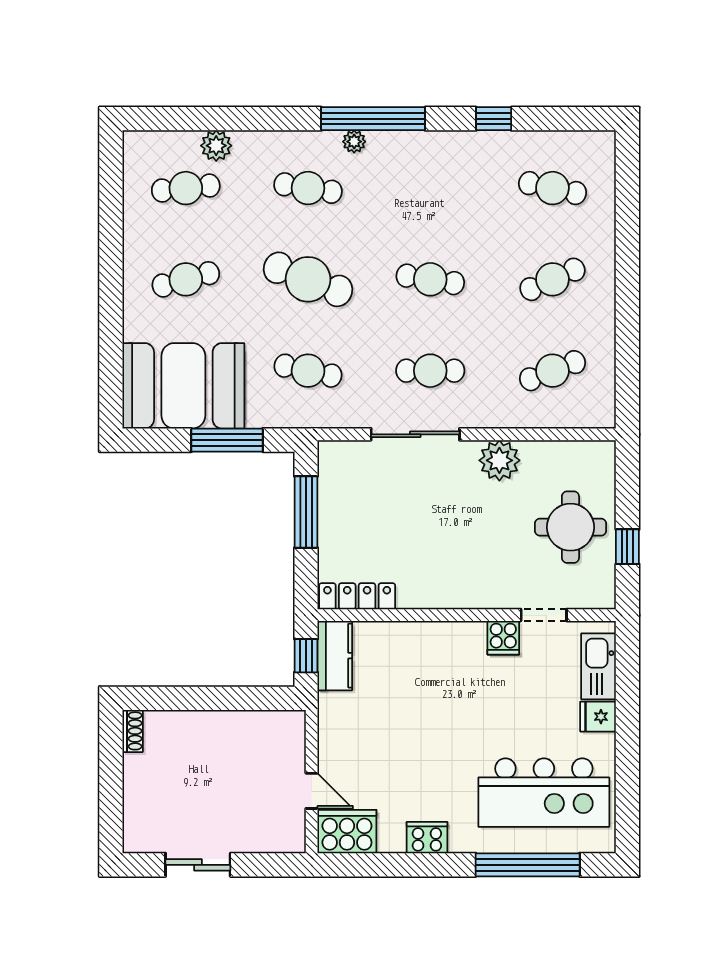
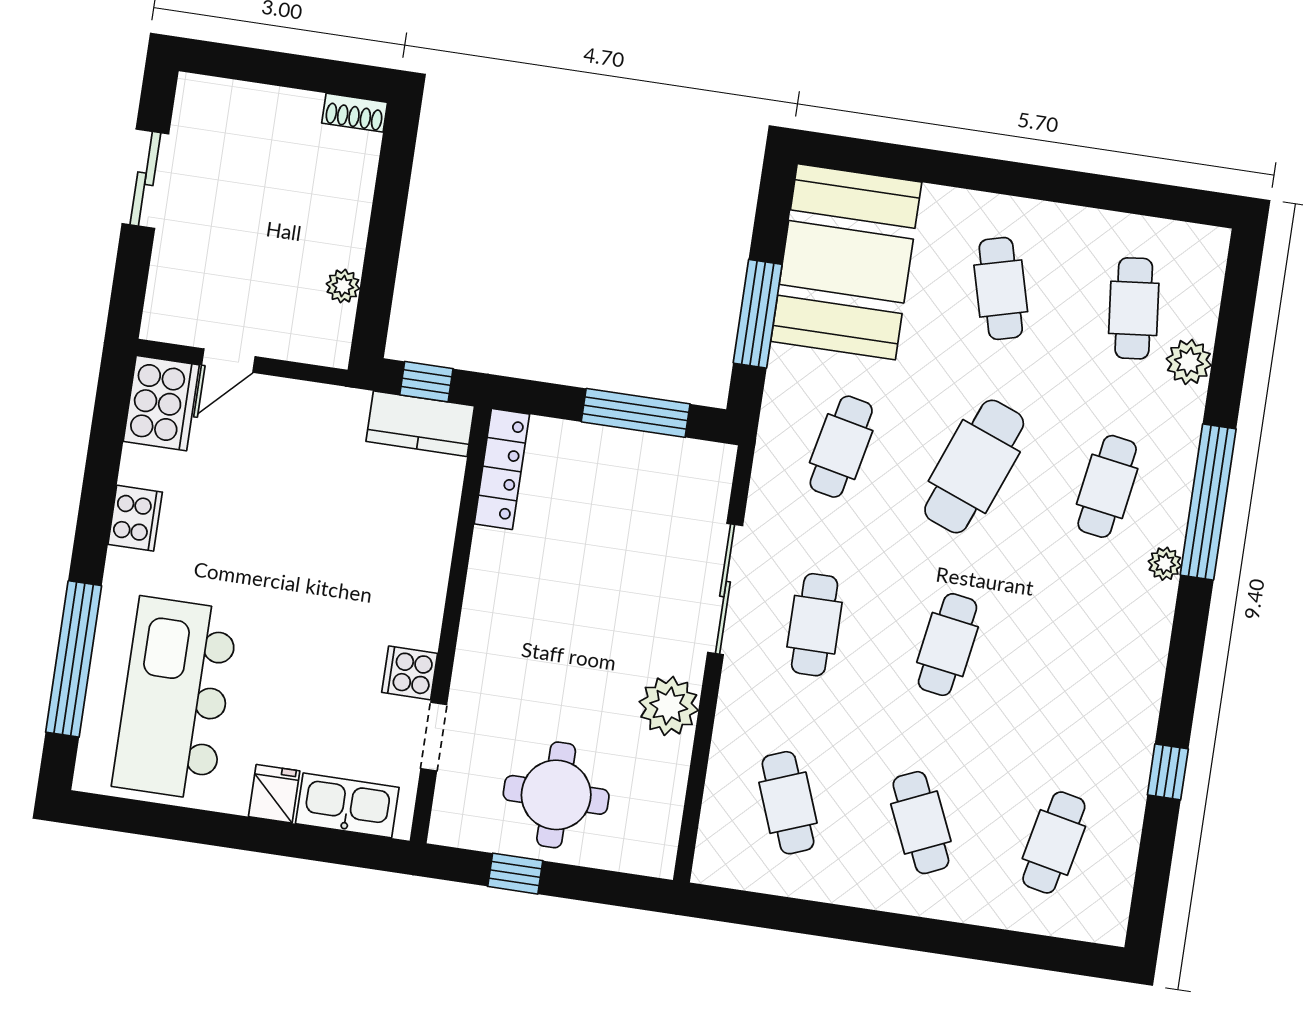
window: (373, 119) -> (1208, 502), moved
plant: (250, 721) -> (343, 286), added

